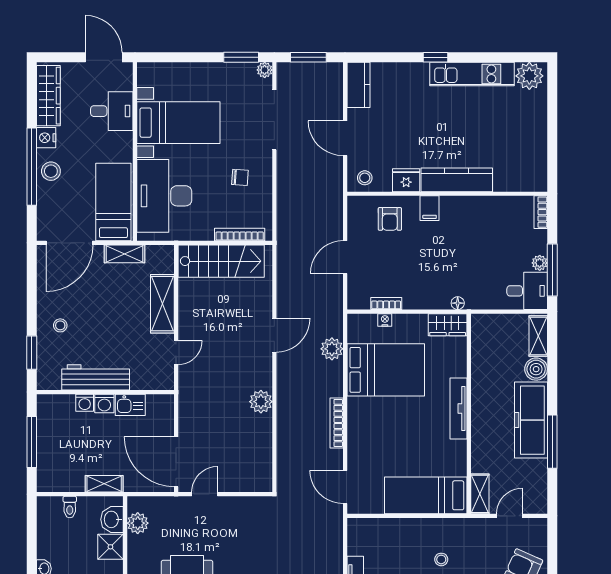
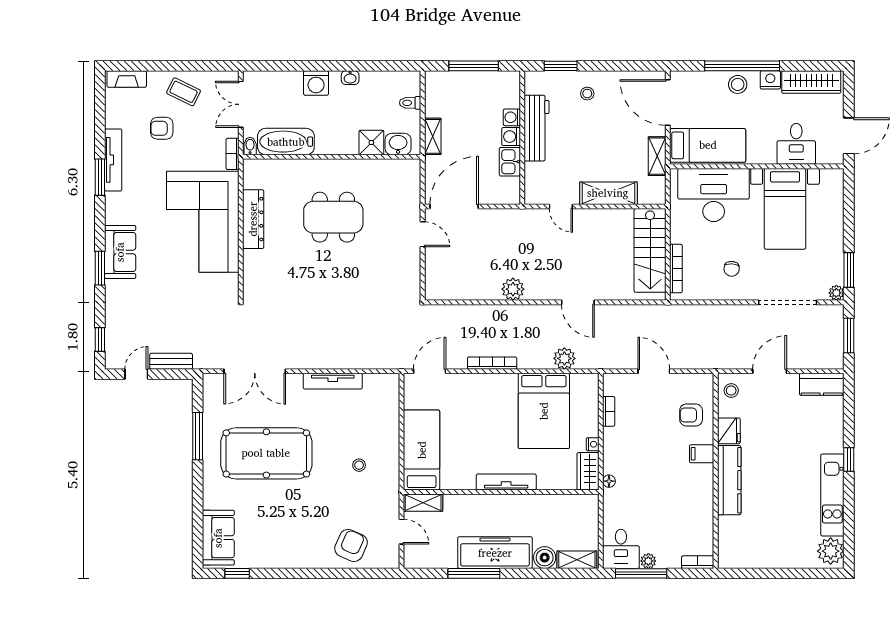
nightstand: (385, 320) -> (593, 444), moved
plant: (138, 523) -> (394, 169), removed

